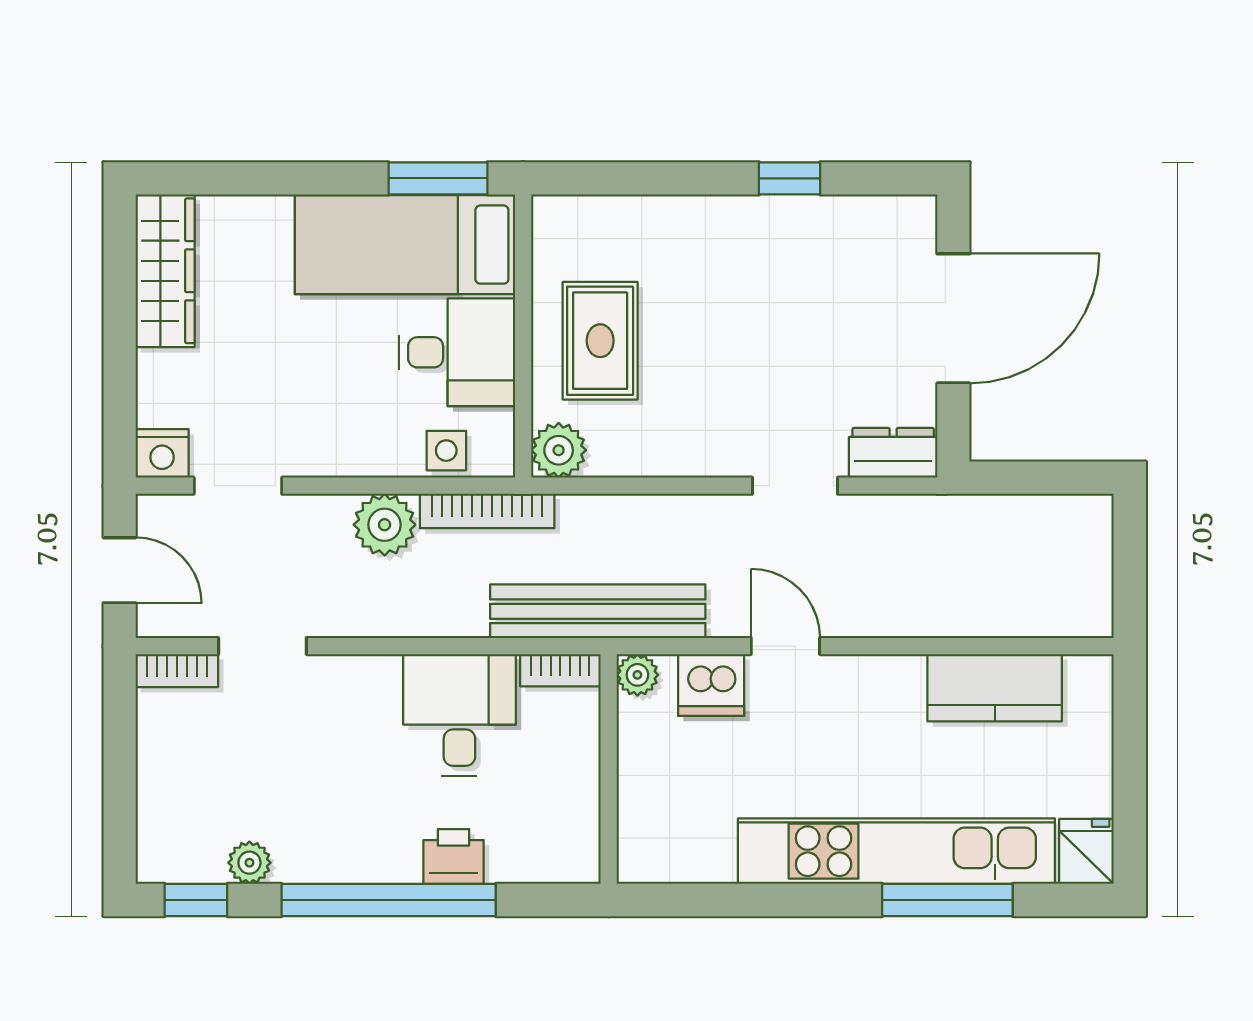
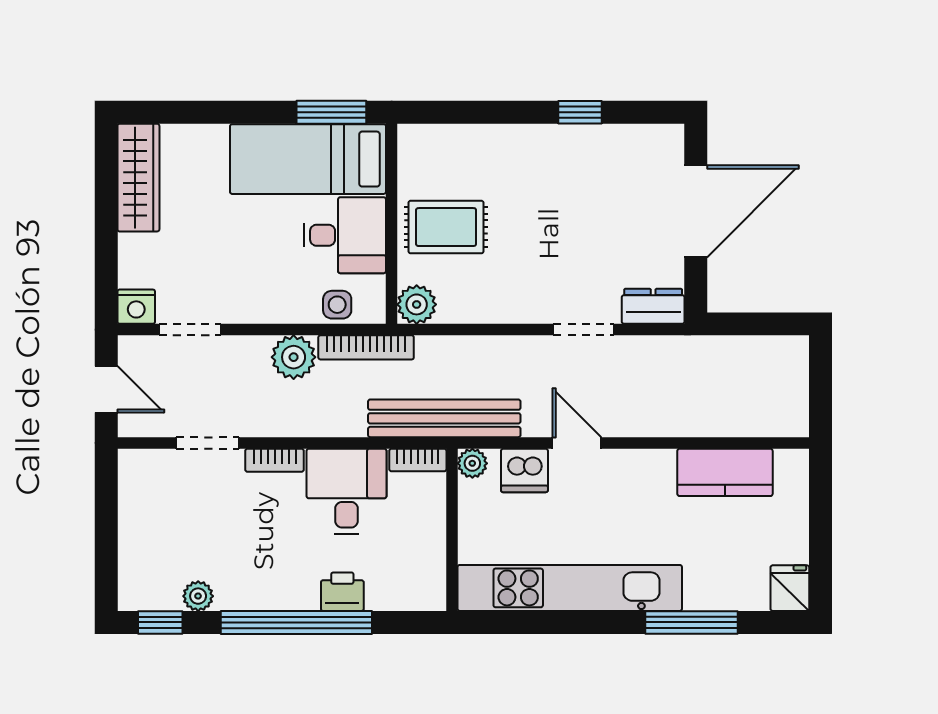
rug: (600, 341) -> (446, 227), turned 90
bookcase: (177, 671) -> (275, 460), moved
kitchen unit: (896, 851) -> (570, 588), moved

